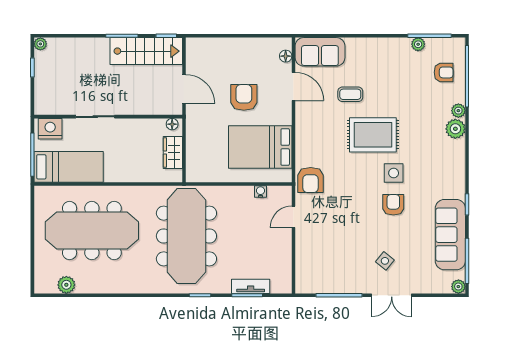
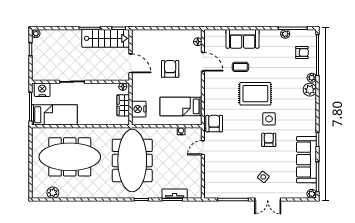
sofa: (320, 52) -> (243, 39), moved
bed: (260, 147) -> (181, 106), width x0.67
nightstand: (196, 158) -> (139, 109), added
armchair: (311, 180) -> (214, 124), turned 180

